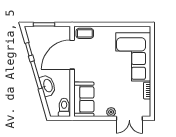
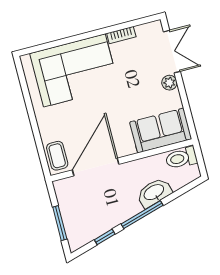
door: (72, 55) -> (96, 167), swing flipped

